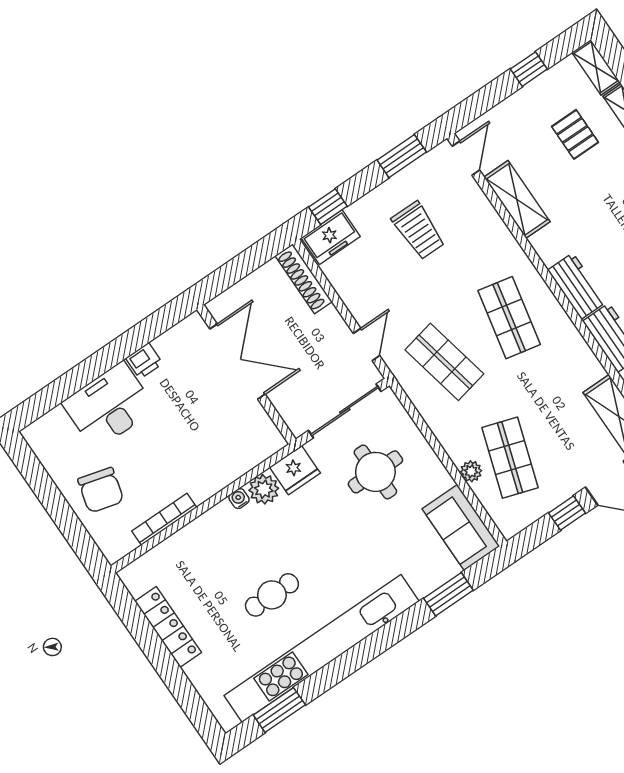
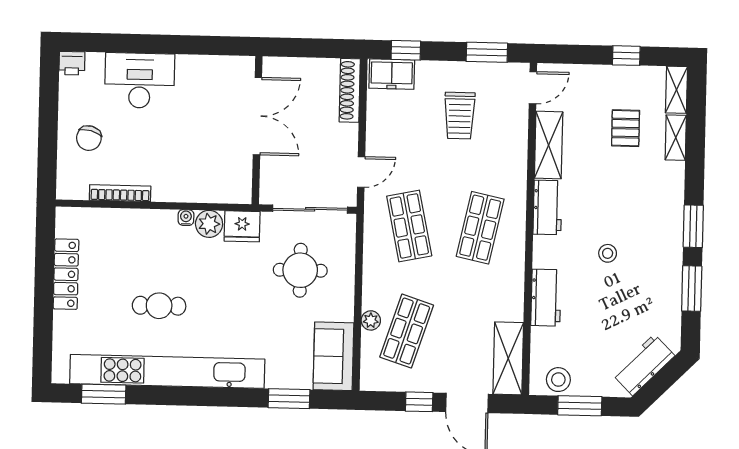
workbench: (577, 286) -> (548, 207), moved
printer: (144, 361) -> (72, 63), moved
chair: (101, 490) -> (89, 138), width x0.73, depth x0.73

